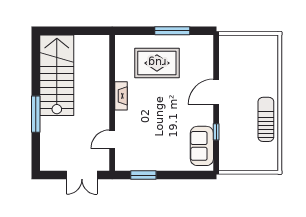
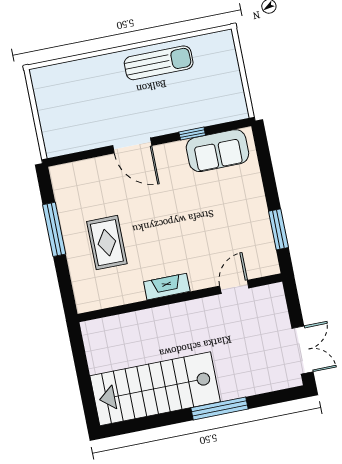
rug: (157, 63) -> (107, 243), width x0.73, depth x0.70
sun lounger: (266, 119) -> (159, 63), turned 180
door: (112, 139) -> (234, 287), swing flipped
double door: (82, 175) -> (303, 350), moved

